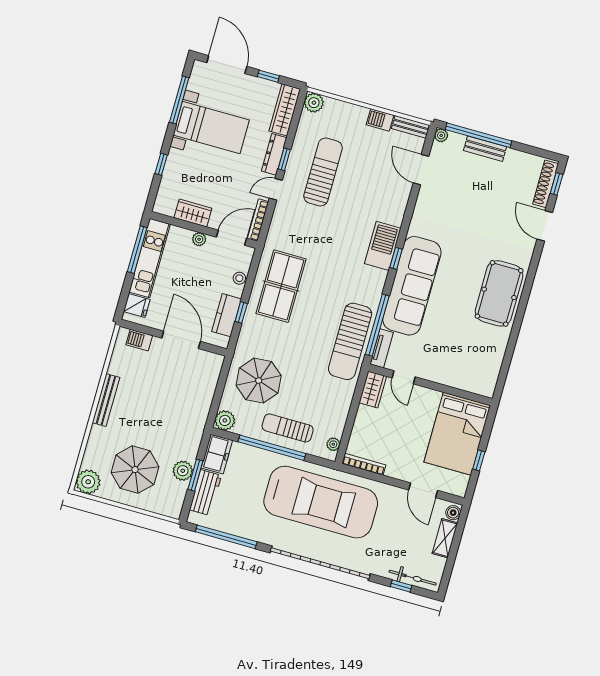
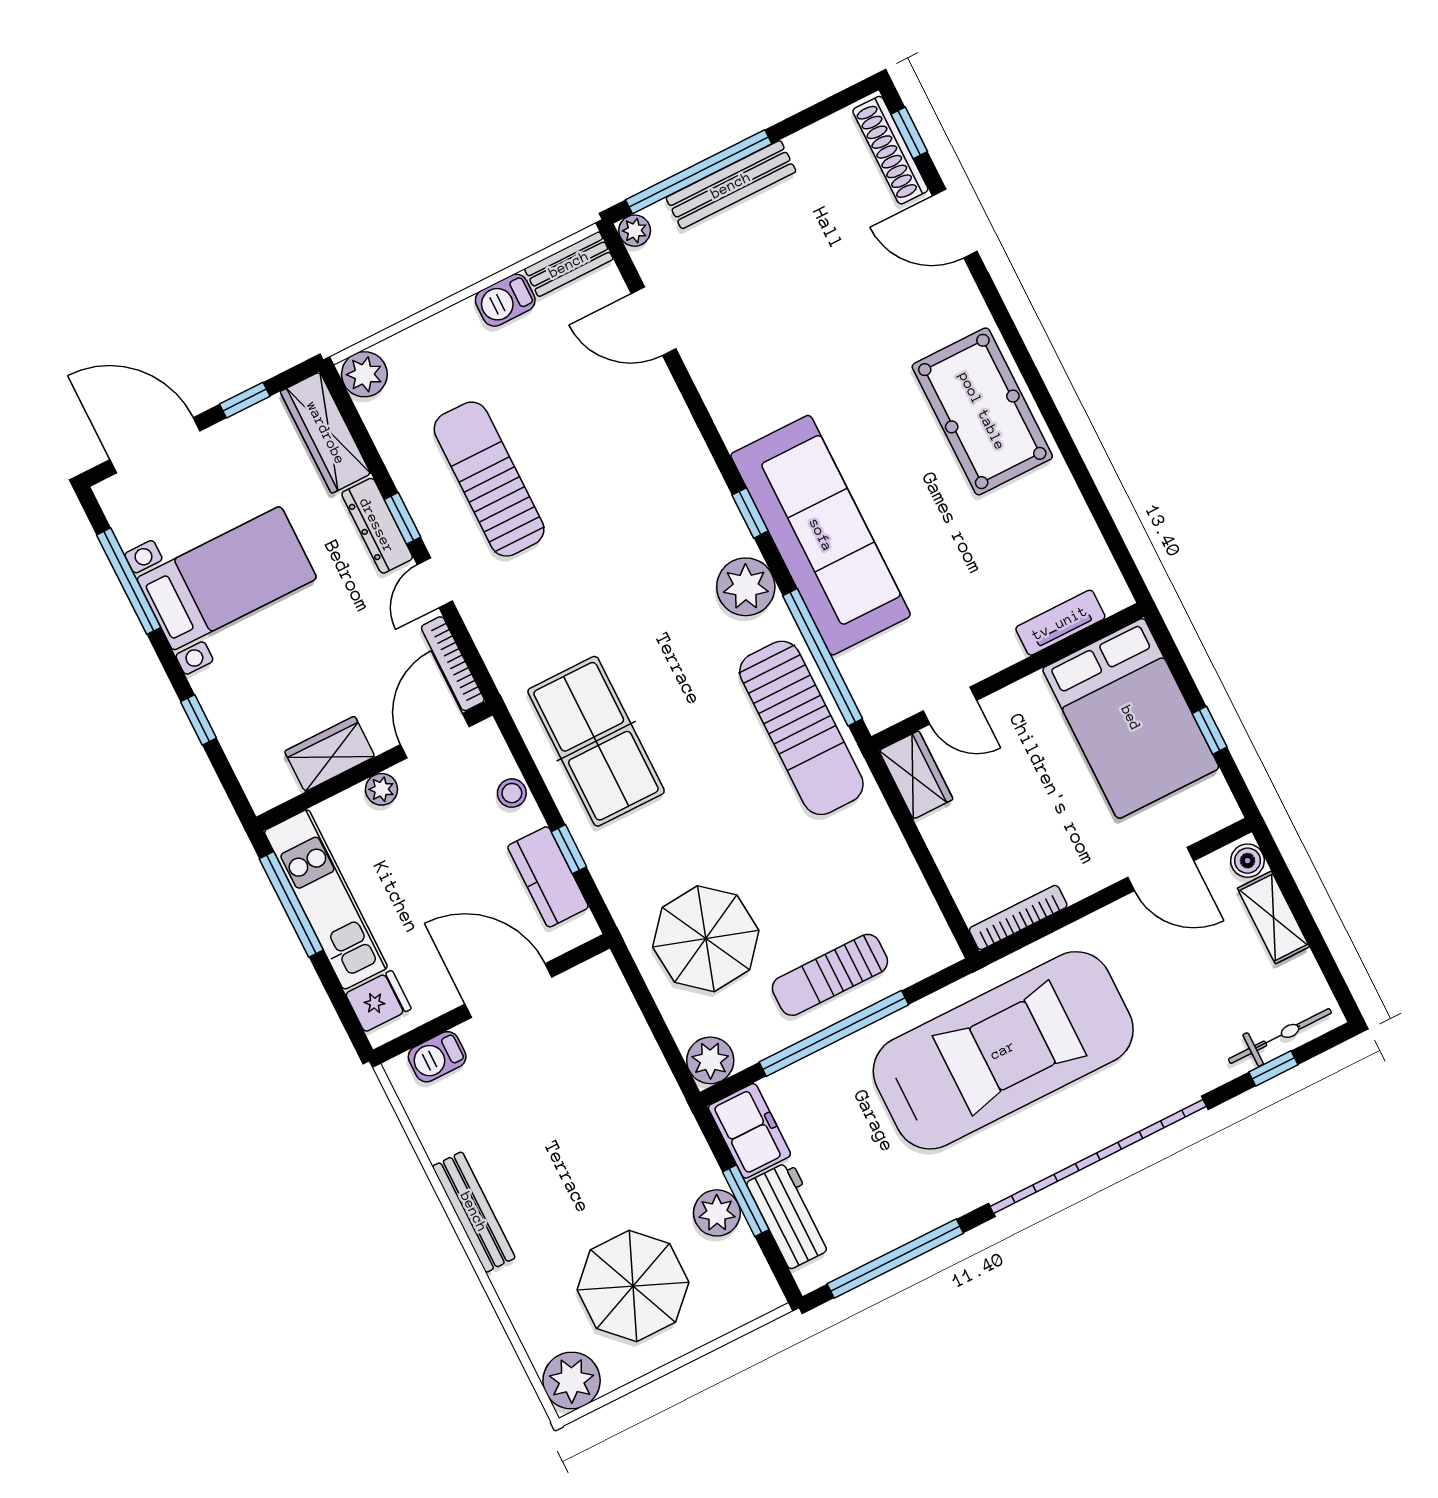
bench: (485, 149) -> (731, 185), width x1.36
barbecue: (383, 246) -> (708, 512), removed
tv unit: (382, 348) -> (1060, 623), moved, turned -90
plant: (333, 444) -> (746, 587), moved, width x1.88, depth x1.88

